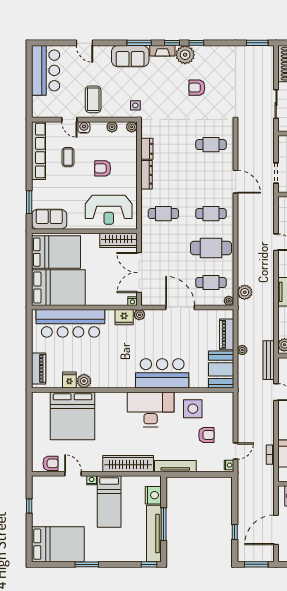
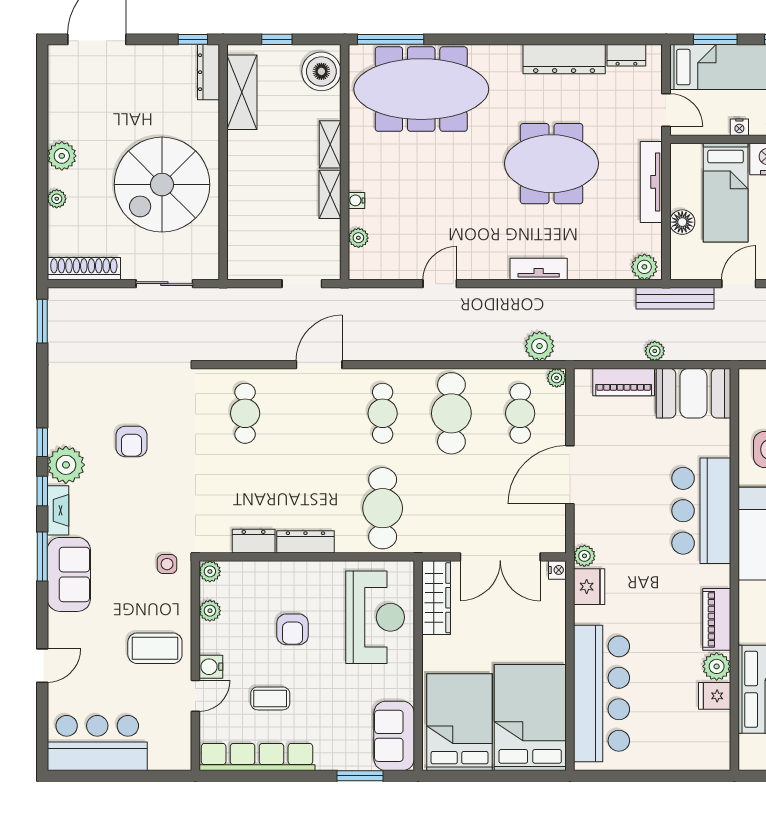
cafe table: (163, 214) -> (383, 508), width x1.37, depth x1.35
piano: (39, 368) -> (717, 619), moved, turned -90

